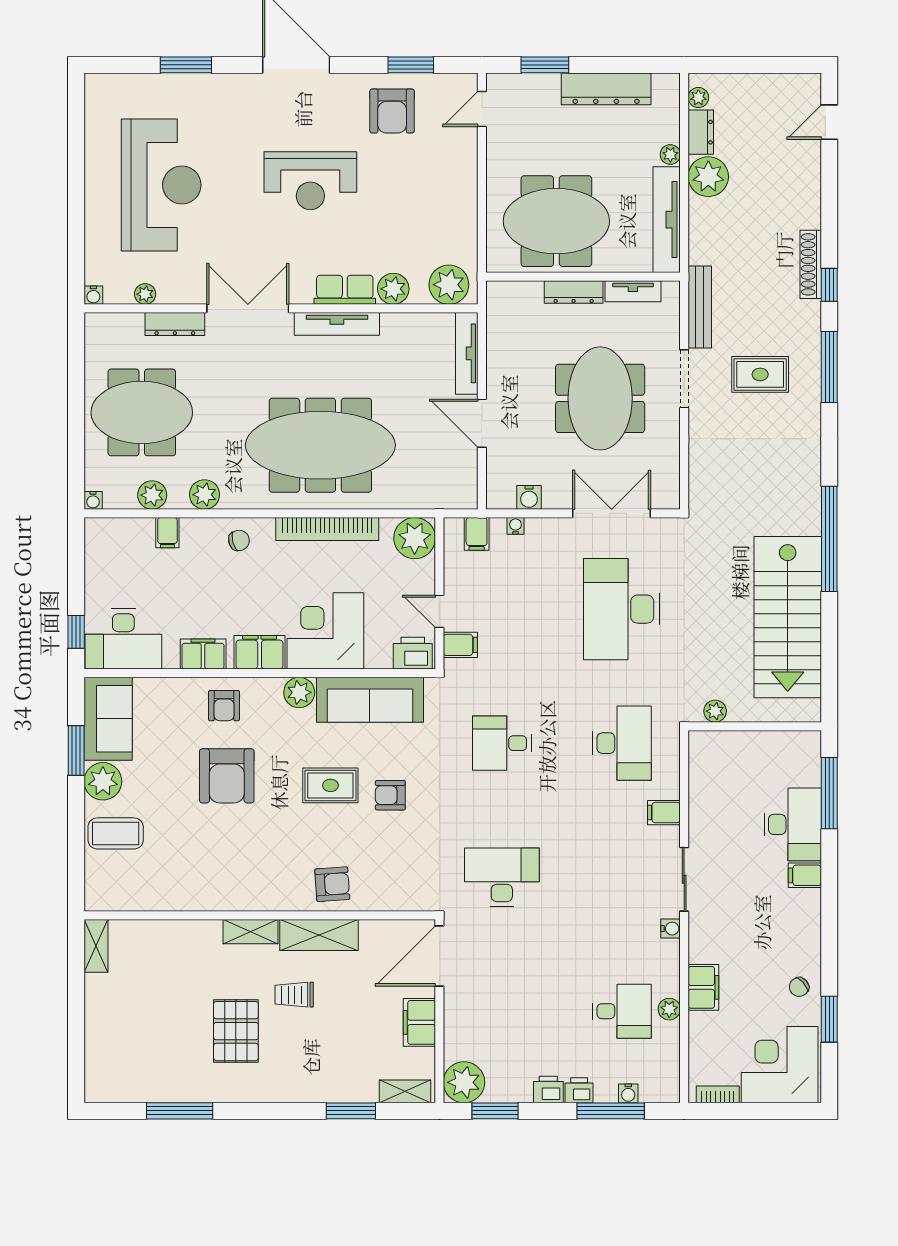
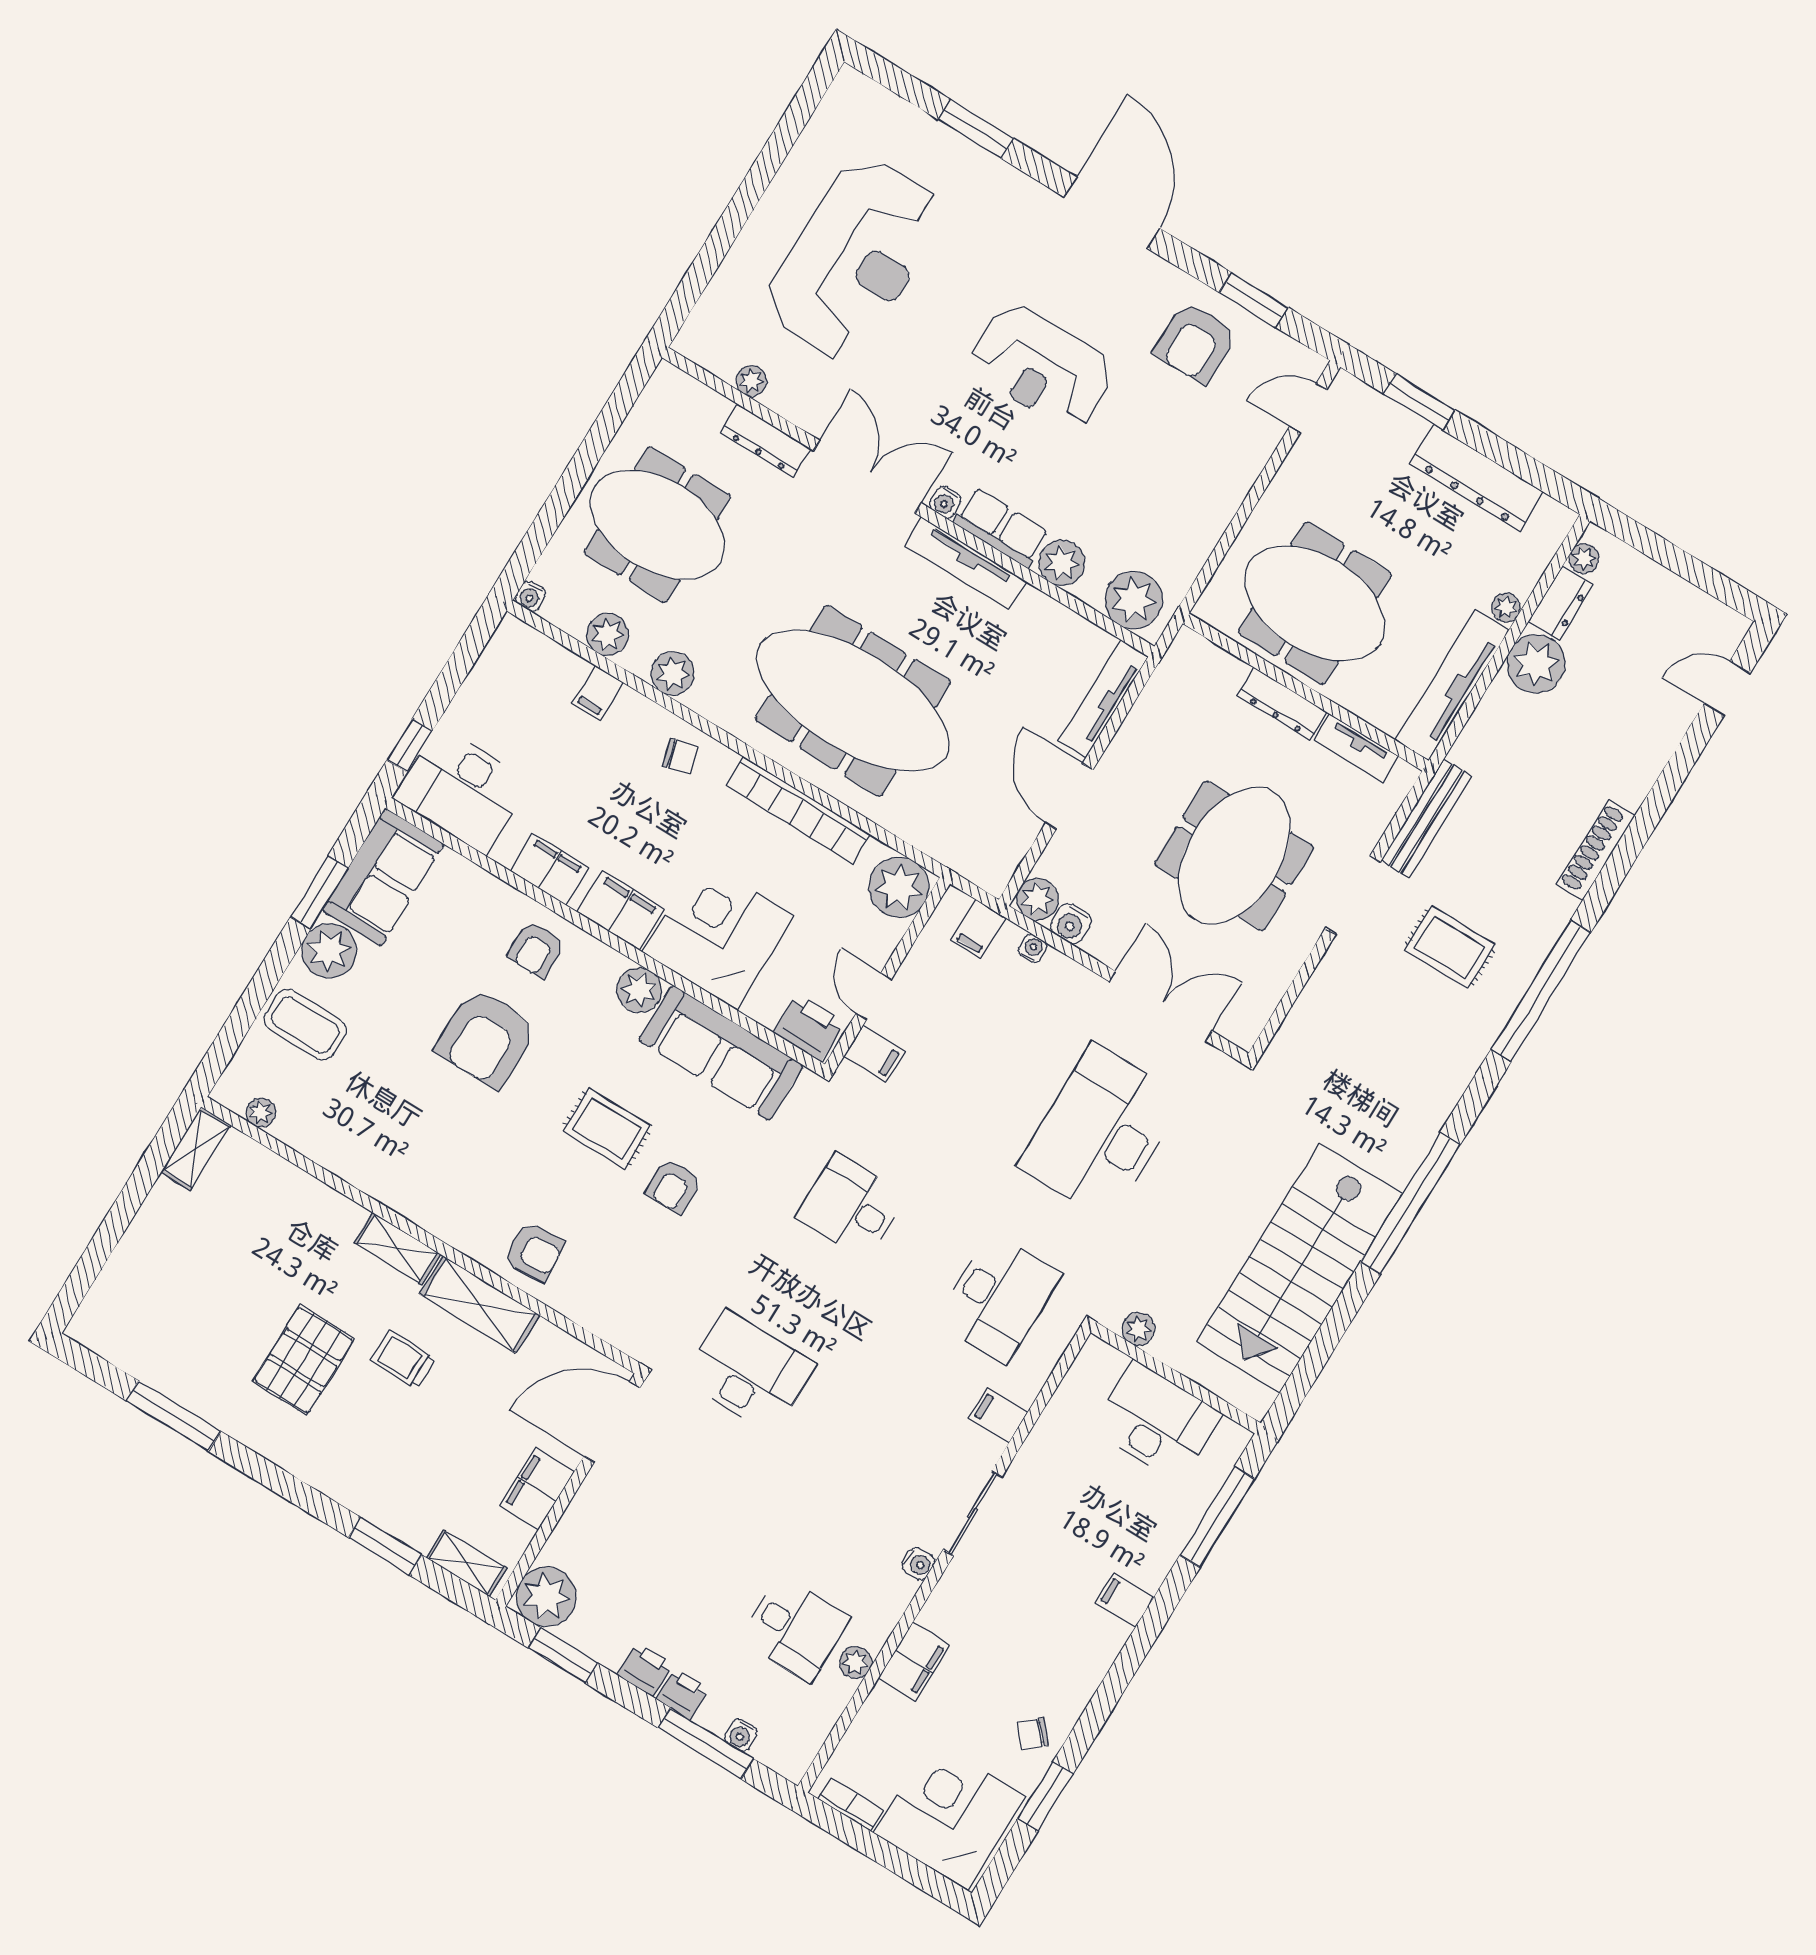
window: (829, 285) -> (1603, 889), removed
water cooler: (93, 295) -> (945, 502), moved
window: (829, 367) -> (1541, 991), width x1.46
plant: (500, 495) -> (1038, 899), added
armchair: (390, 795) -> (674, 1186), turned -90
desk: (793, 824) -> (1157, 1422), moved, turned -90
plant: (121, 901) -> (261, 1113), added

